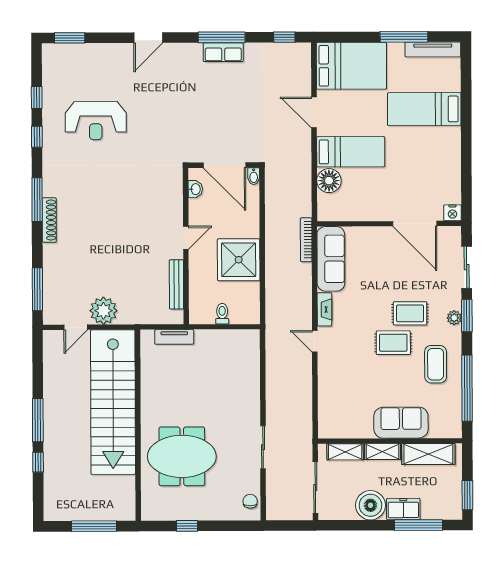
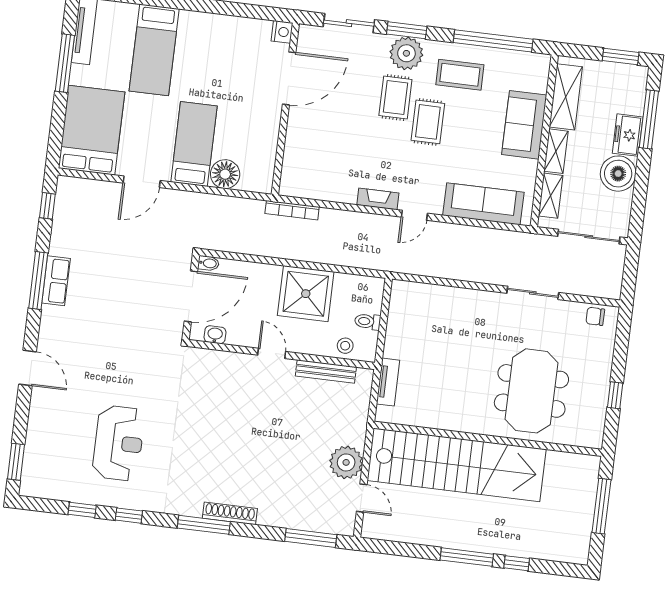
sofa: (331, 259) -> (483, 204), moved
stool: (200, 298) -> (345, 346), added
plant: (454, 318) -> (406, 53), width x1.88, depth x1.88

